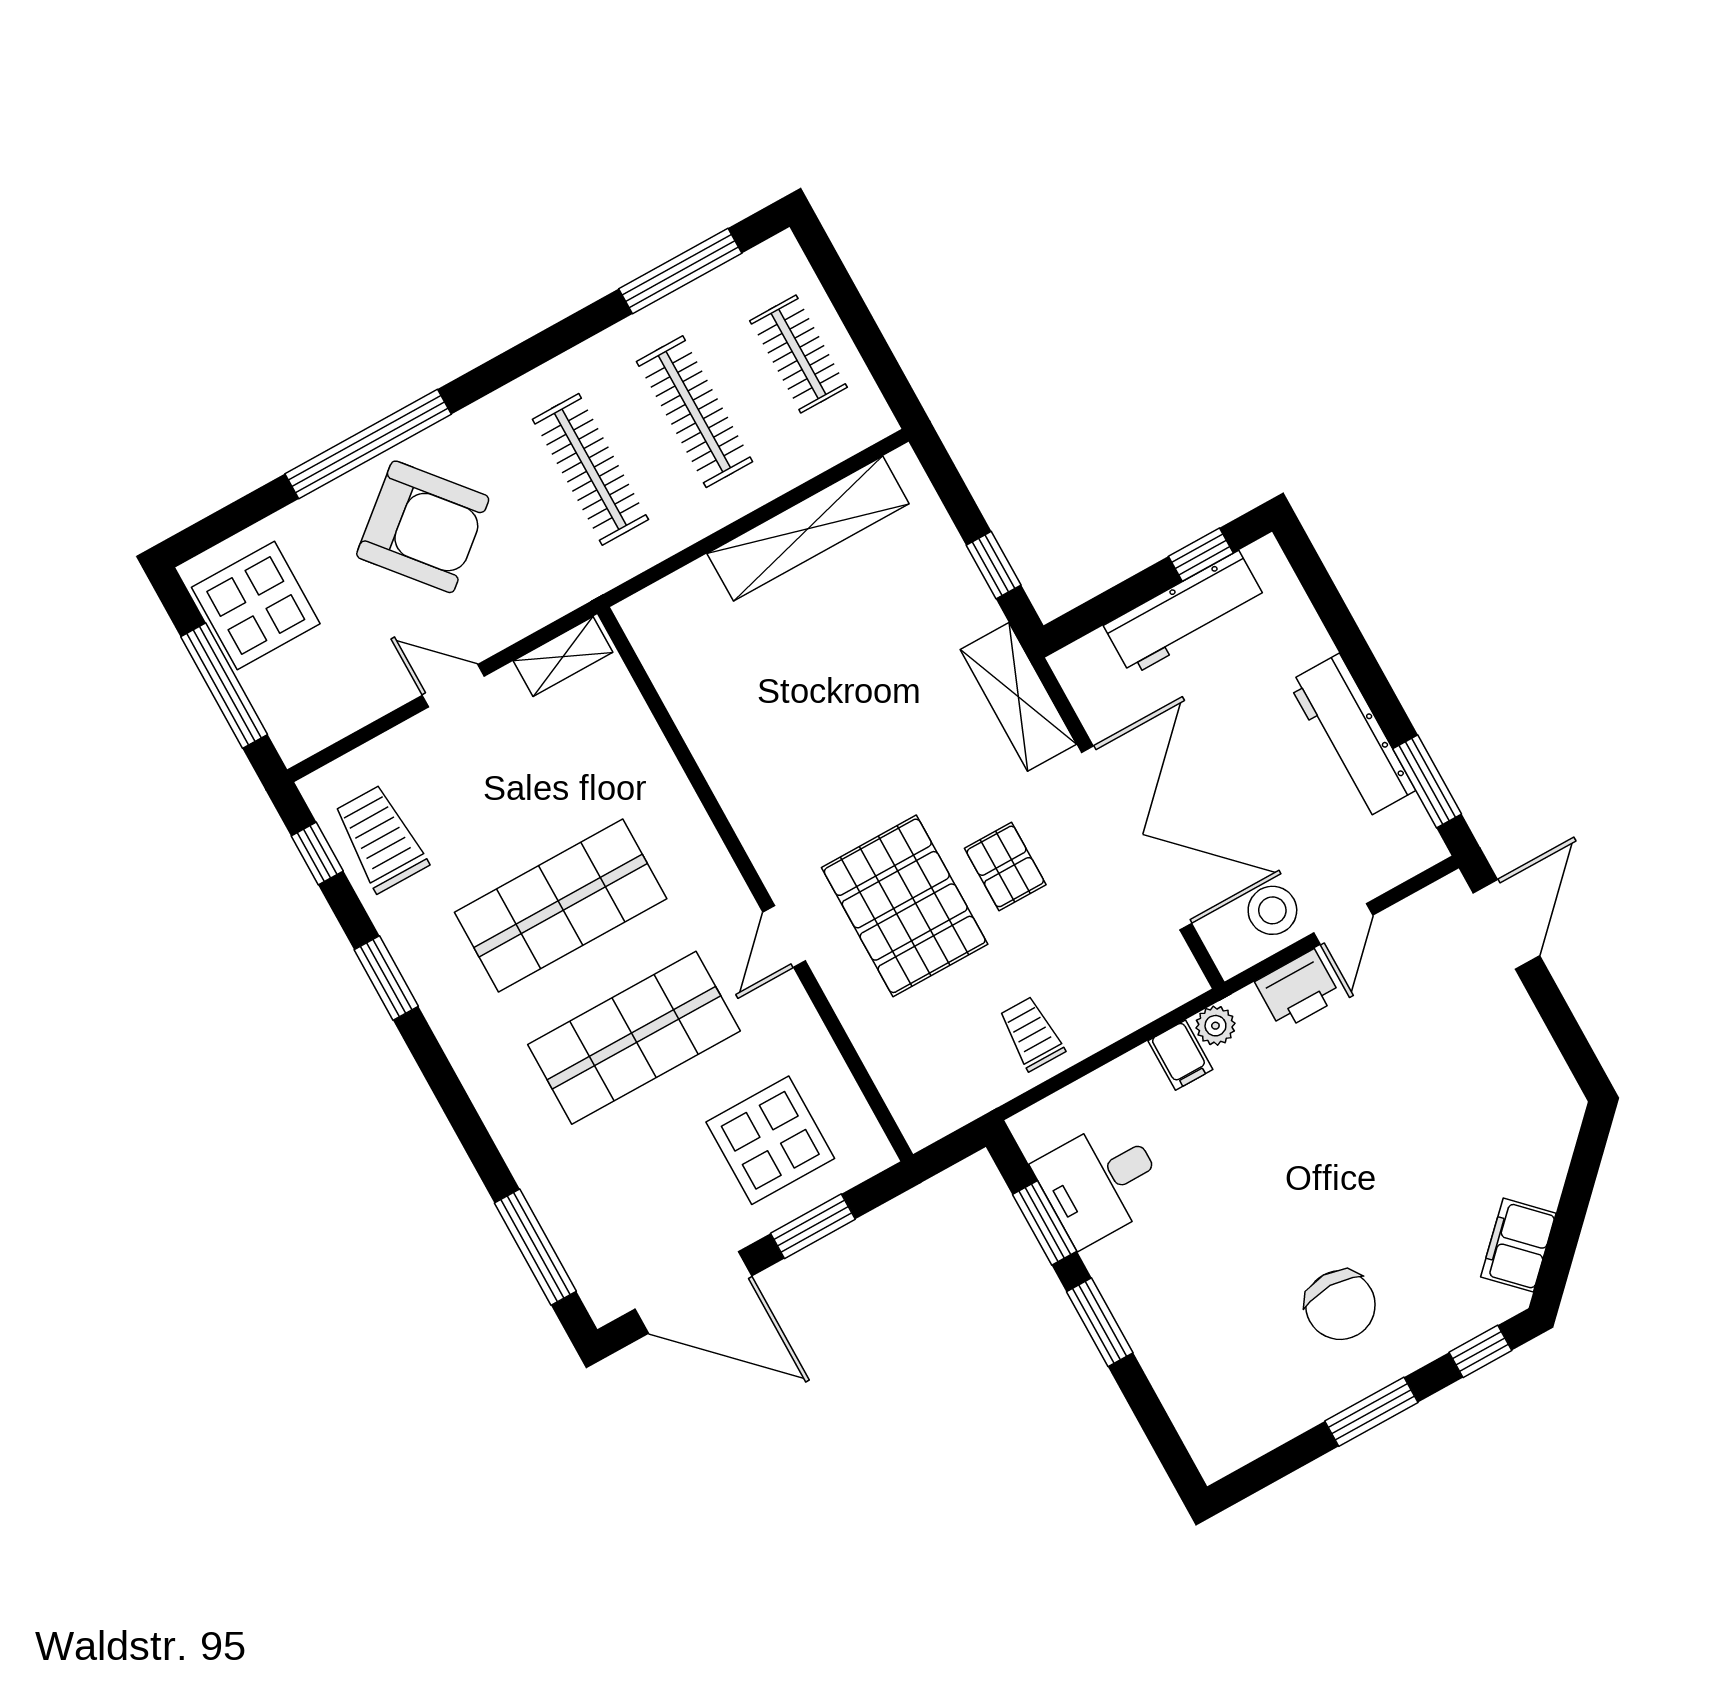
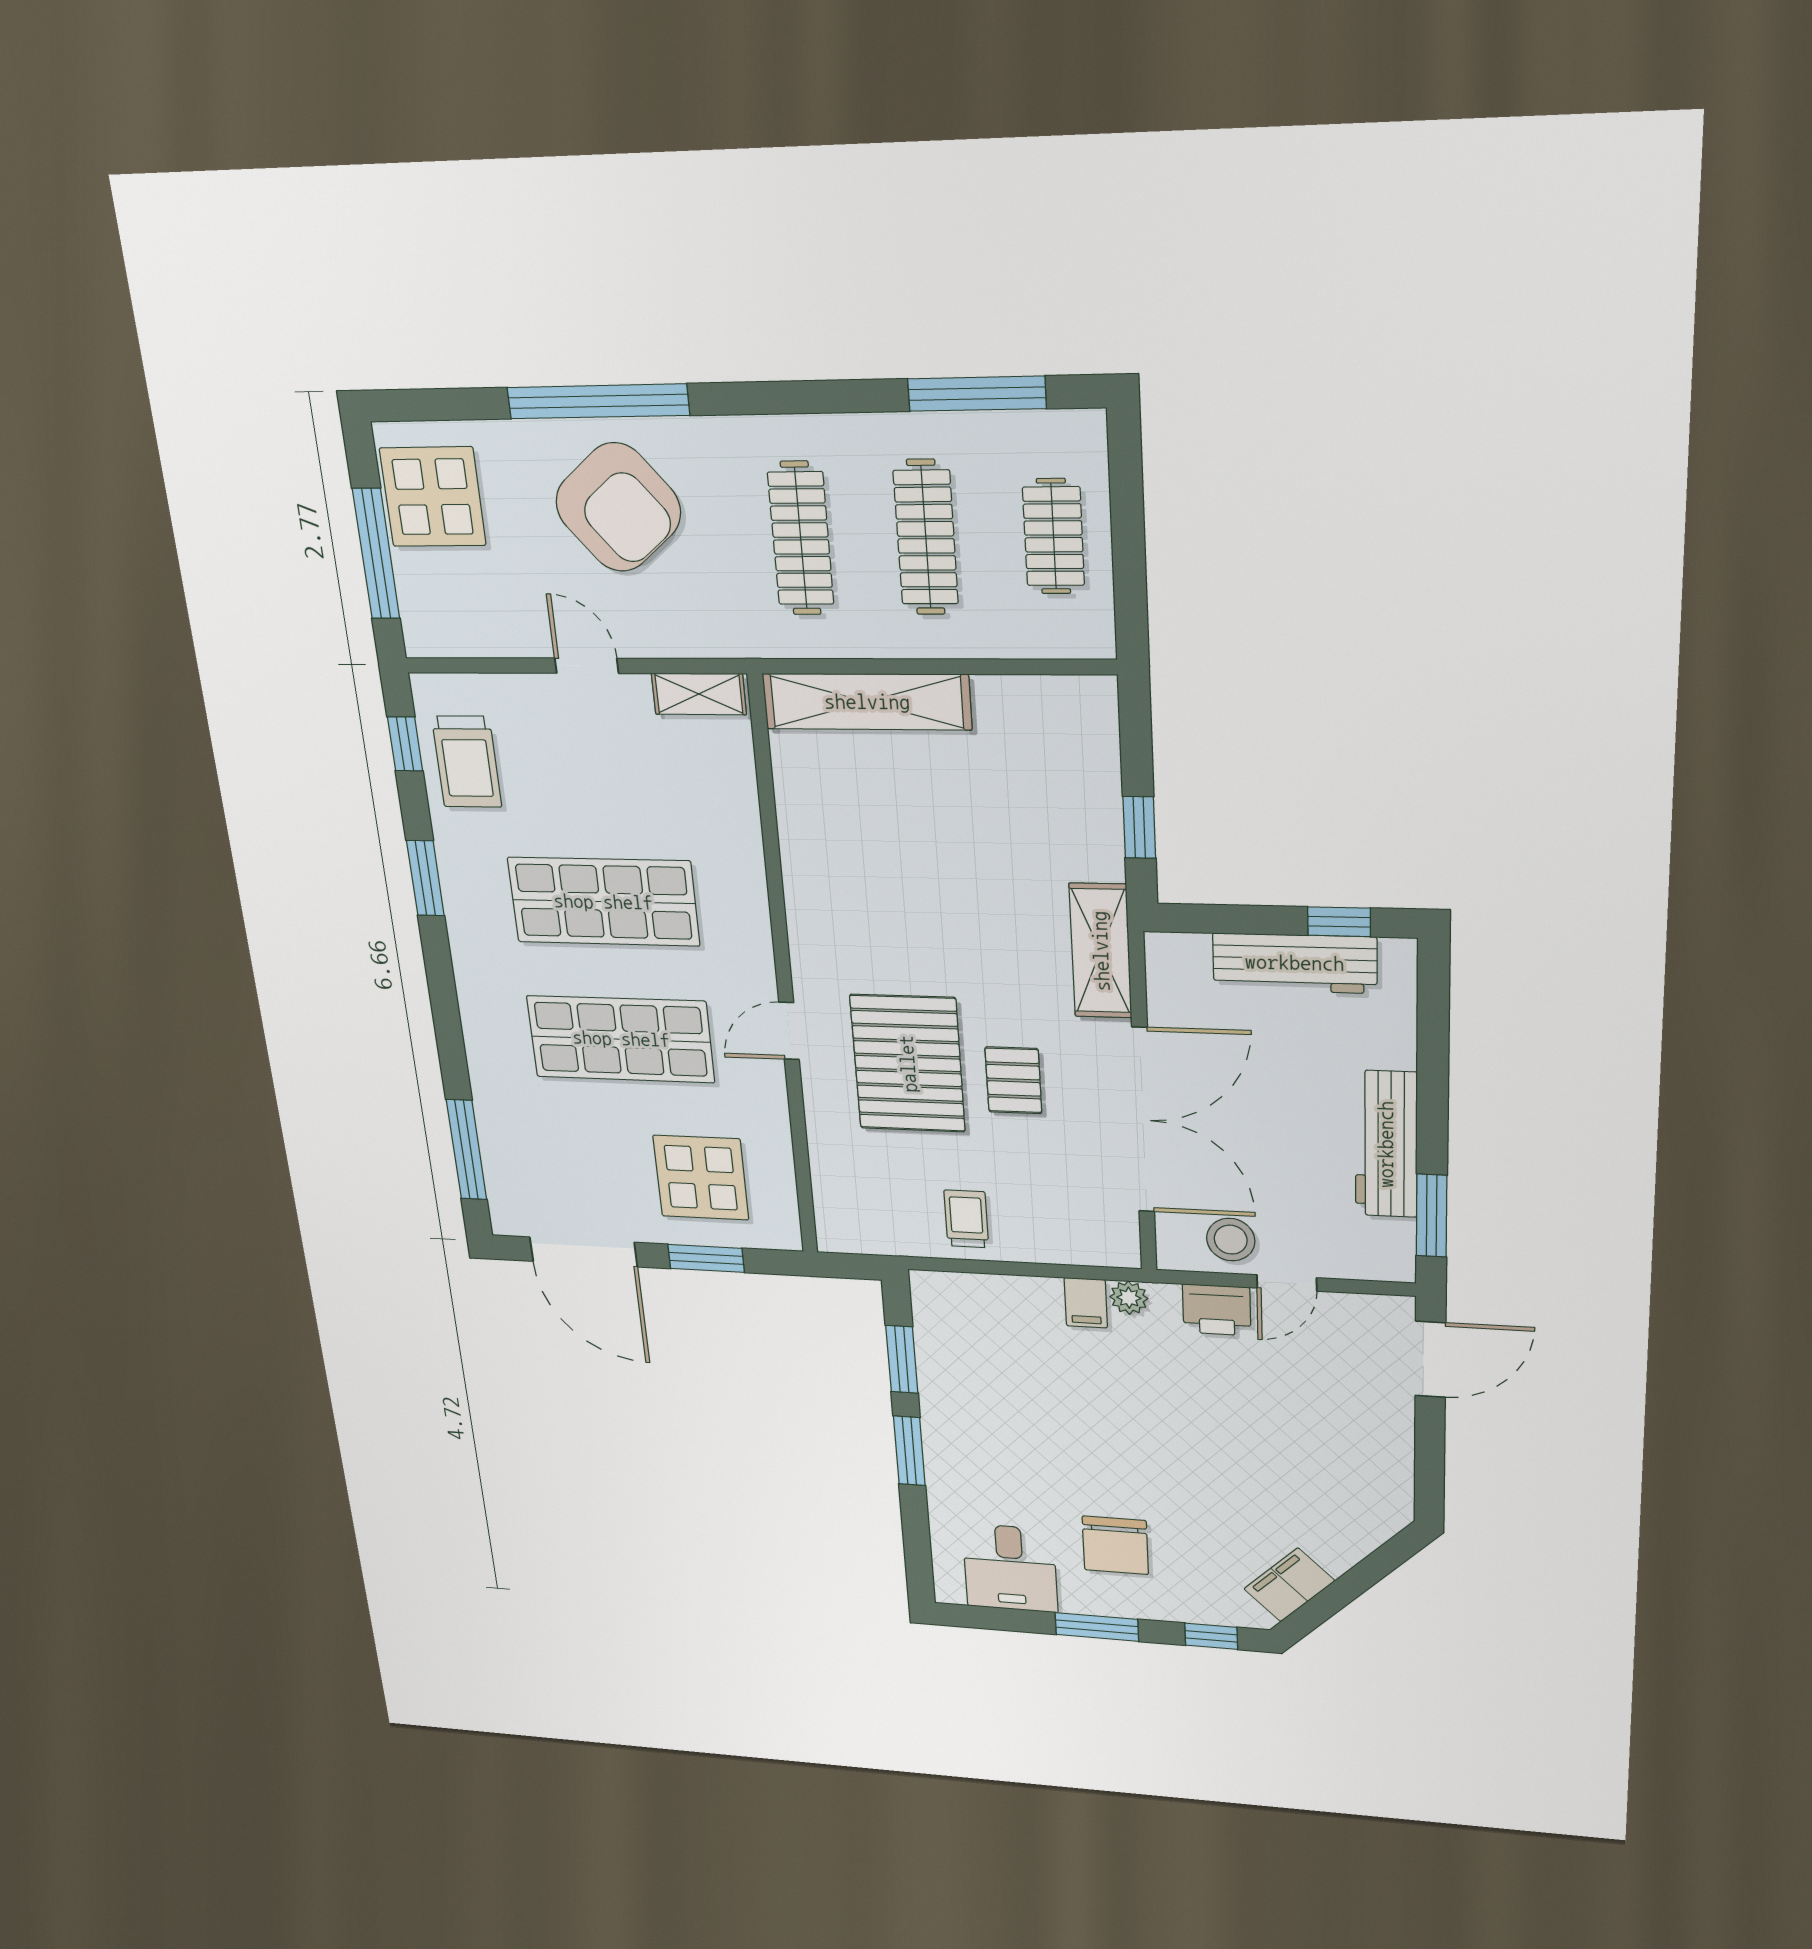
shelving: (808, 529) -> (867, 702), moved
trolley: (381, 839) -> (467, 762), turned 180
desk: (1100, 1182) -> (1010, 1568), moved, turned -90

